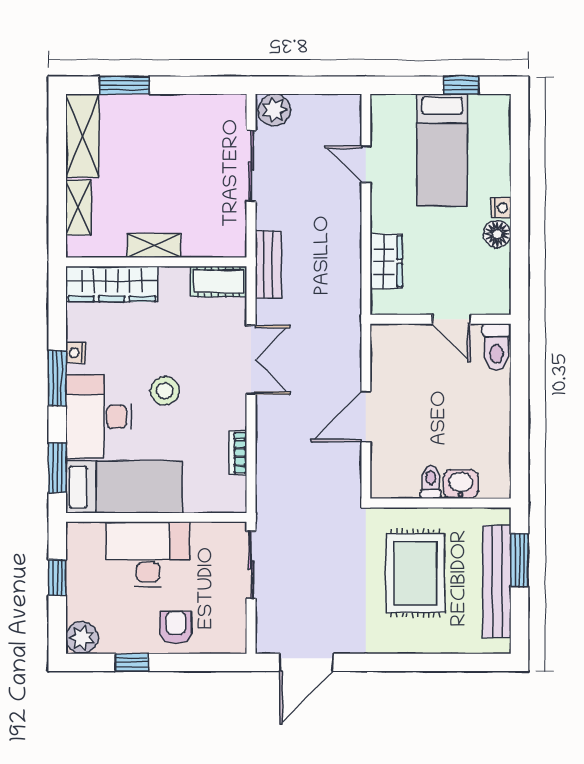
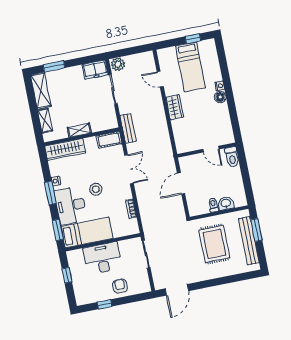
freezer: (219, 112) -> (95, 70), added
wardrobe: (386, 261) -> (175, 107), moved
wall: (441, 319) -> (206, 150), moved
door: (451, 319) -> (211, 149), moved
toilet: (497, 347) -> (232, 157), moved
plant: (82, 638) -> (82, 298), removed

